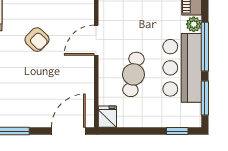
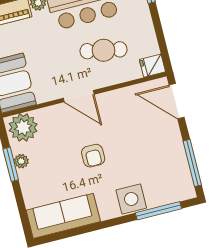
armchair: (37, 40) -> (93, 156), turned 136

